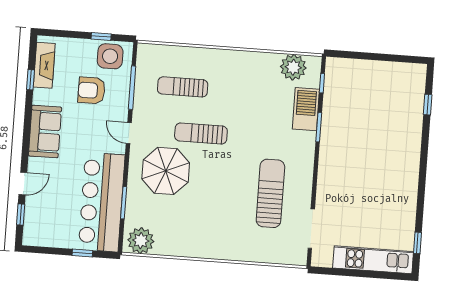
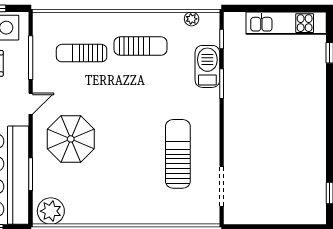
plant: (293, 67) -> (192, 19), width x0.53, depth x0.53
door: (129, 133) -> (31, 104), swing flipped
sun lounger: (201, 134) -> (141, 46), moved, turned 180
kitchen unit: (373, 260) -> (286, 23), moved, turned 180

